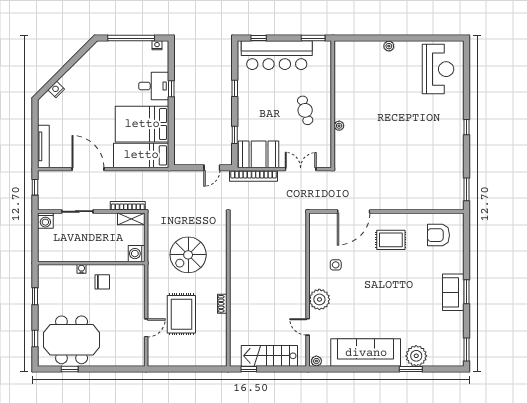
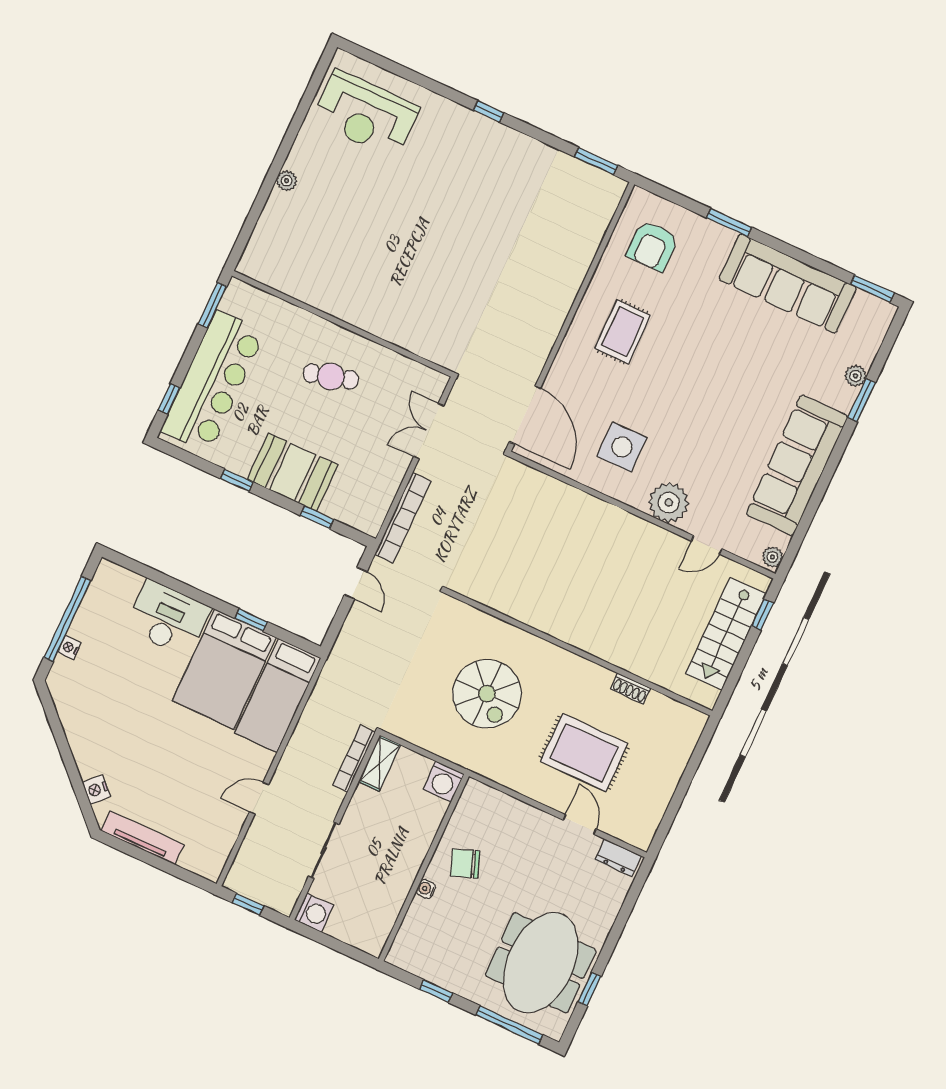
nightstand: (157, 45) -> (69, 648), moved
reception desk: (438, 69) -> (365, 114), turned 180
desk: (154, 86) -> (168, 618), width x1.37
window: (171, 89) -> (251, 620), moved
plant: (339, 126) -> (384, 330), removed
tv unit: (43, 146) -> (142, 838), moved
booth: (259, 154) -> (293, 472), moved, turned 90
door: (88, 169) -> (259, 798), width x0.53
door: (354, 211) -> (525, 415), moved
side table: (336, 265) -> (622, 447), width x1.87, depth x1.87
chair: (102, 282) -> (465, 864), turned -110
sofa: (453, 292) -> (788, 283), width x1.85, depth x1.27
window: (466, 292) -> (729, 223), moved
shoe rack: (222, 304) -> (630, 689), moved
window: (35, 339) -> (509, 1025), width x2.17
dresser: (139, 354) -> (618, 858), added
plant: (416, 356) -> (856, 376), width x0.53, depth x0.53
window: (249, 369) -> (763, 615), moved

